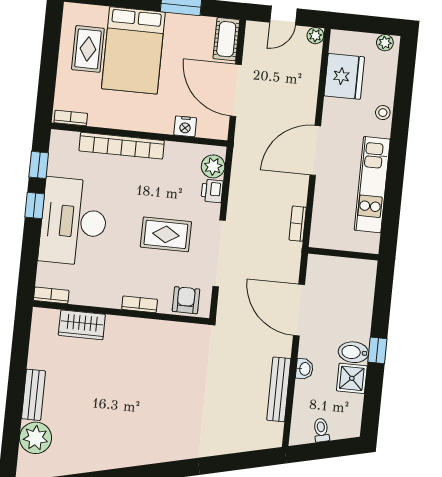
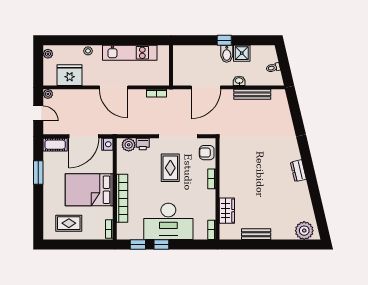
bed: (133, 50) -> (89, 190), moved, turned 180
nightstand: (185, 126) -> (107, 144), moved
bench: (34, 395) -> (256, 234), moved
plant: (36, 438) -> (304, 231), moved
dresser: (139, 456) -> (298, 171), added

